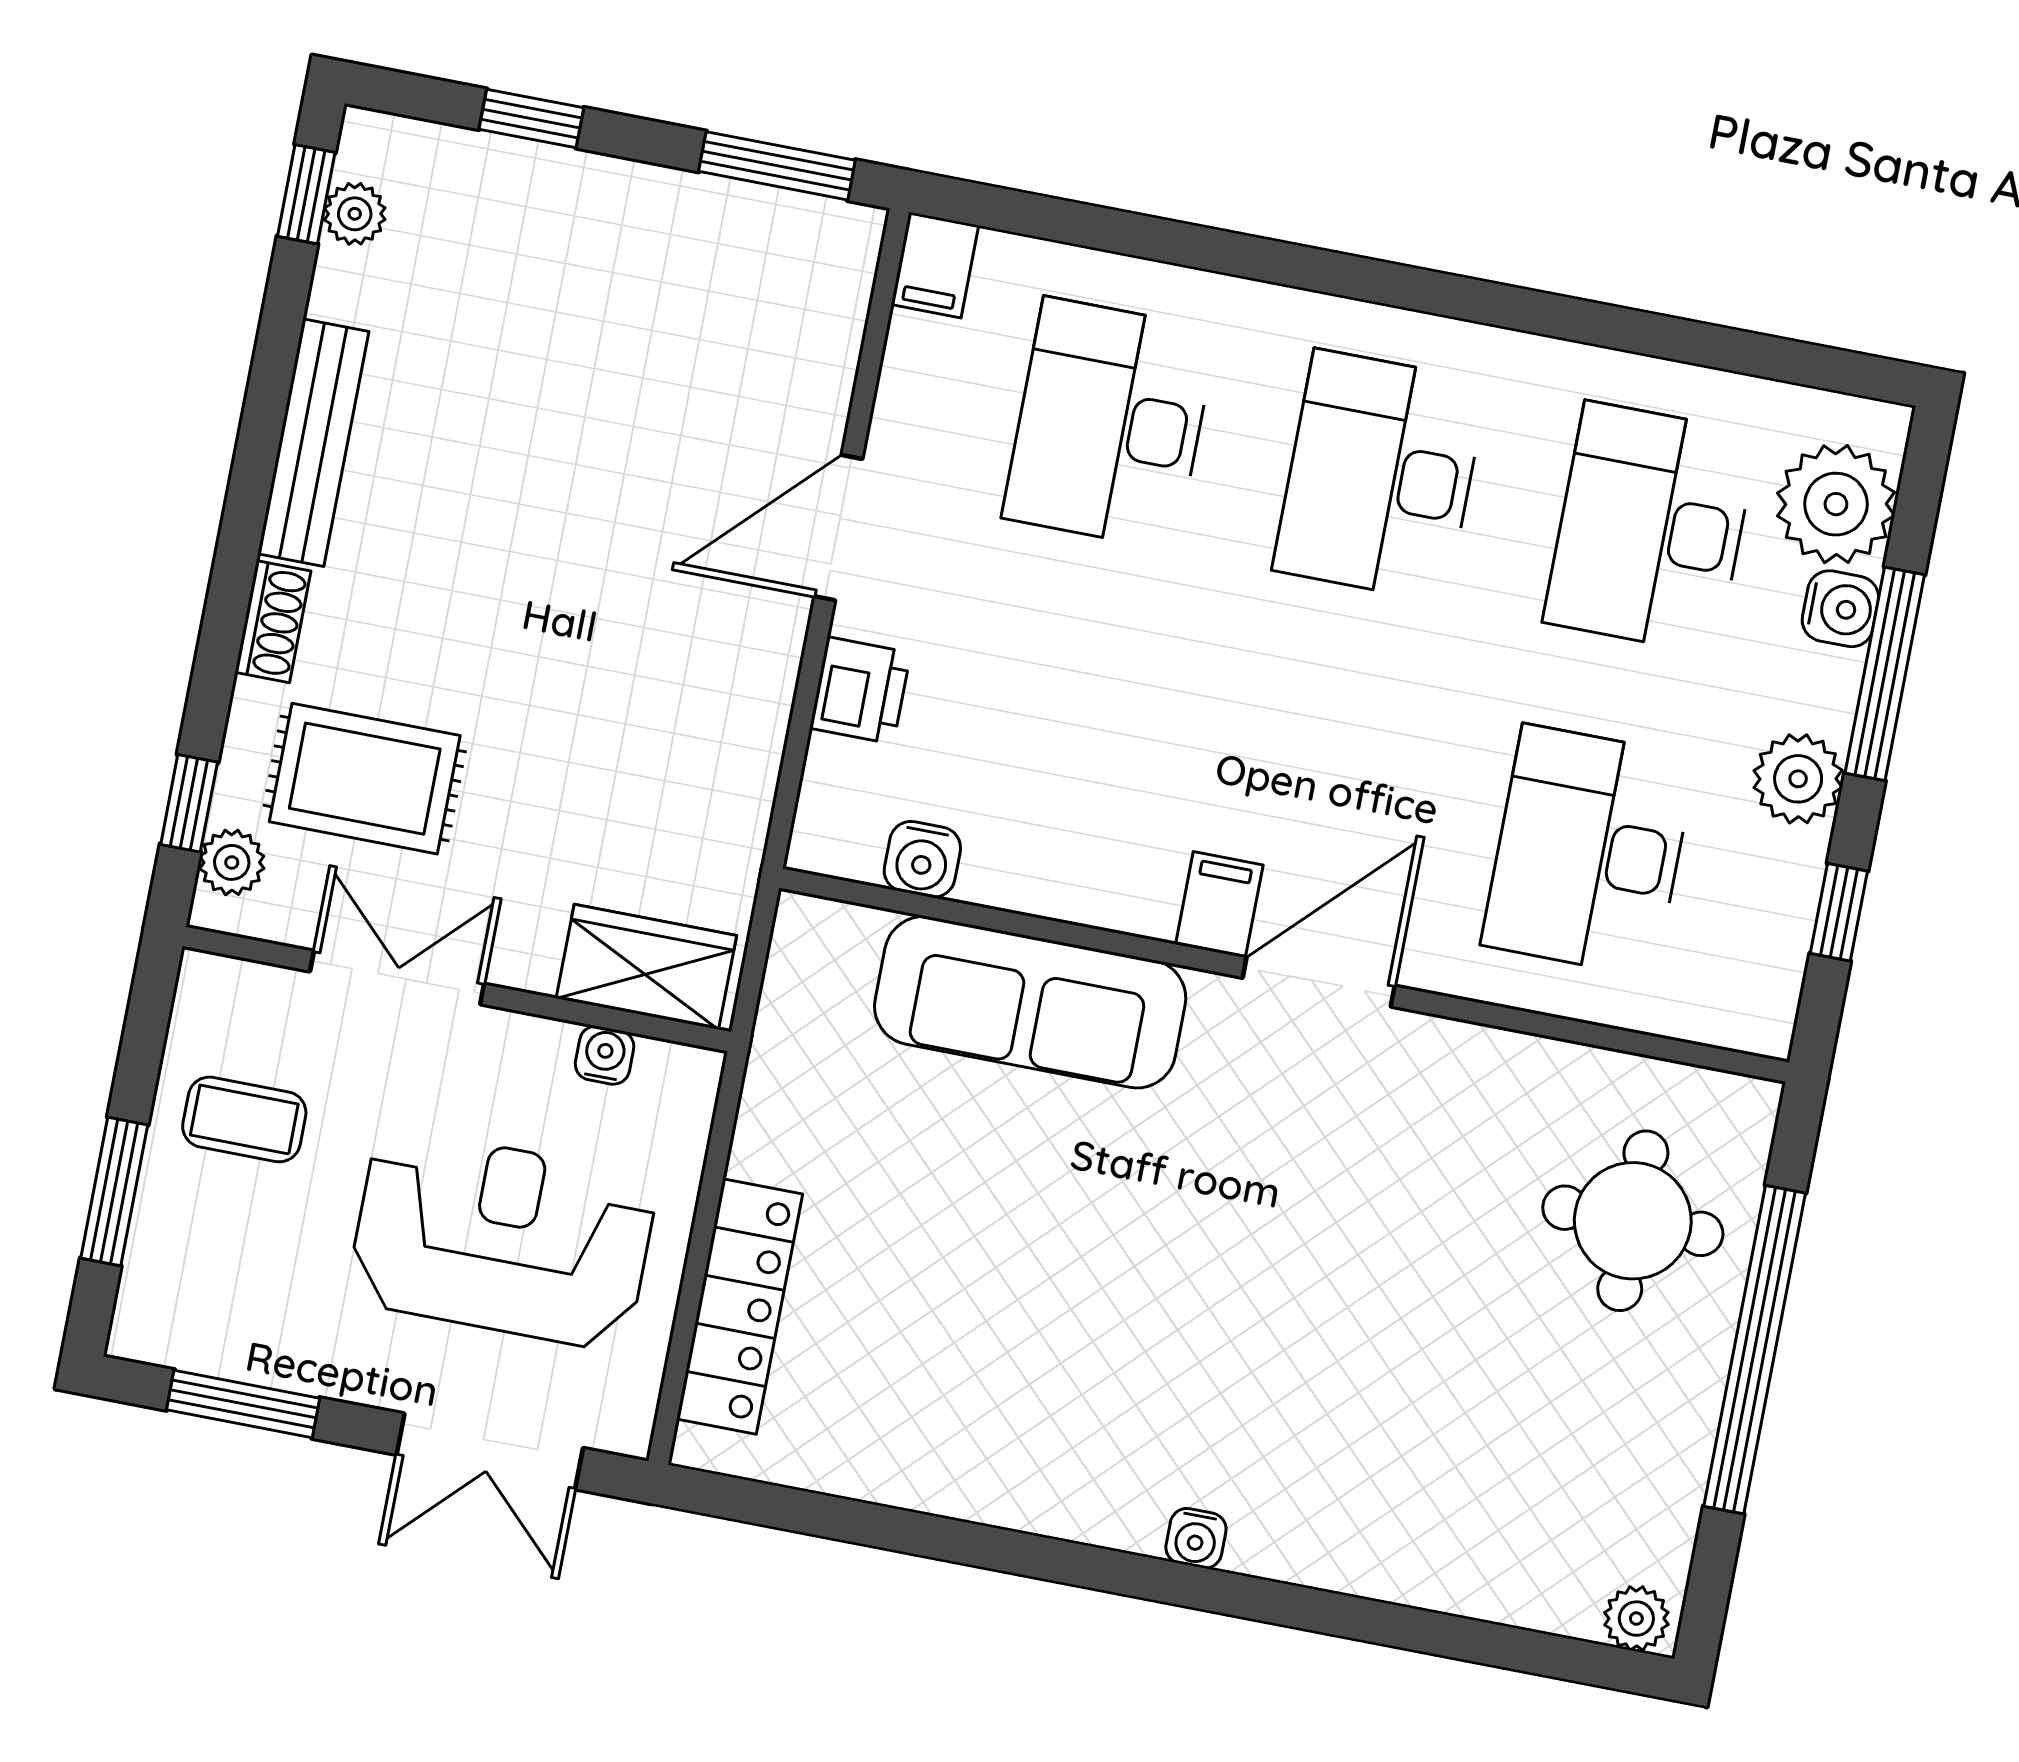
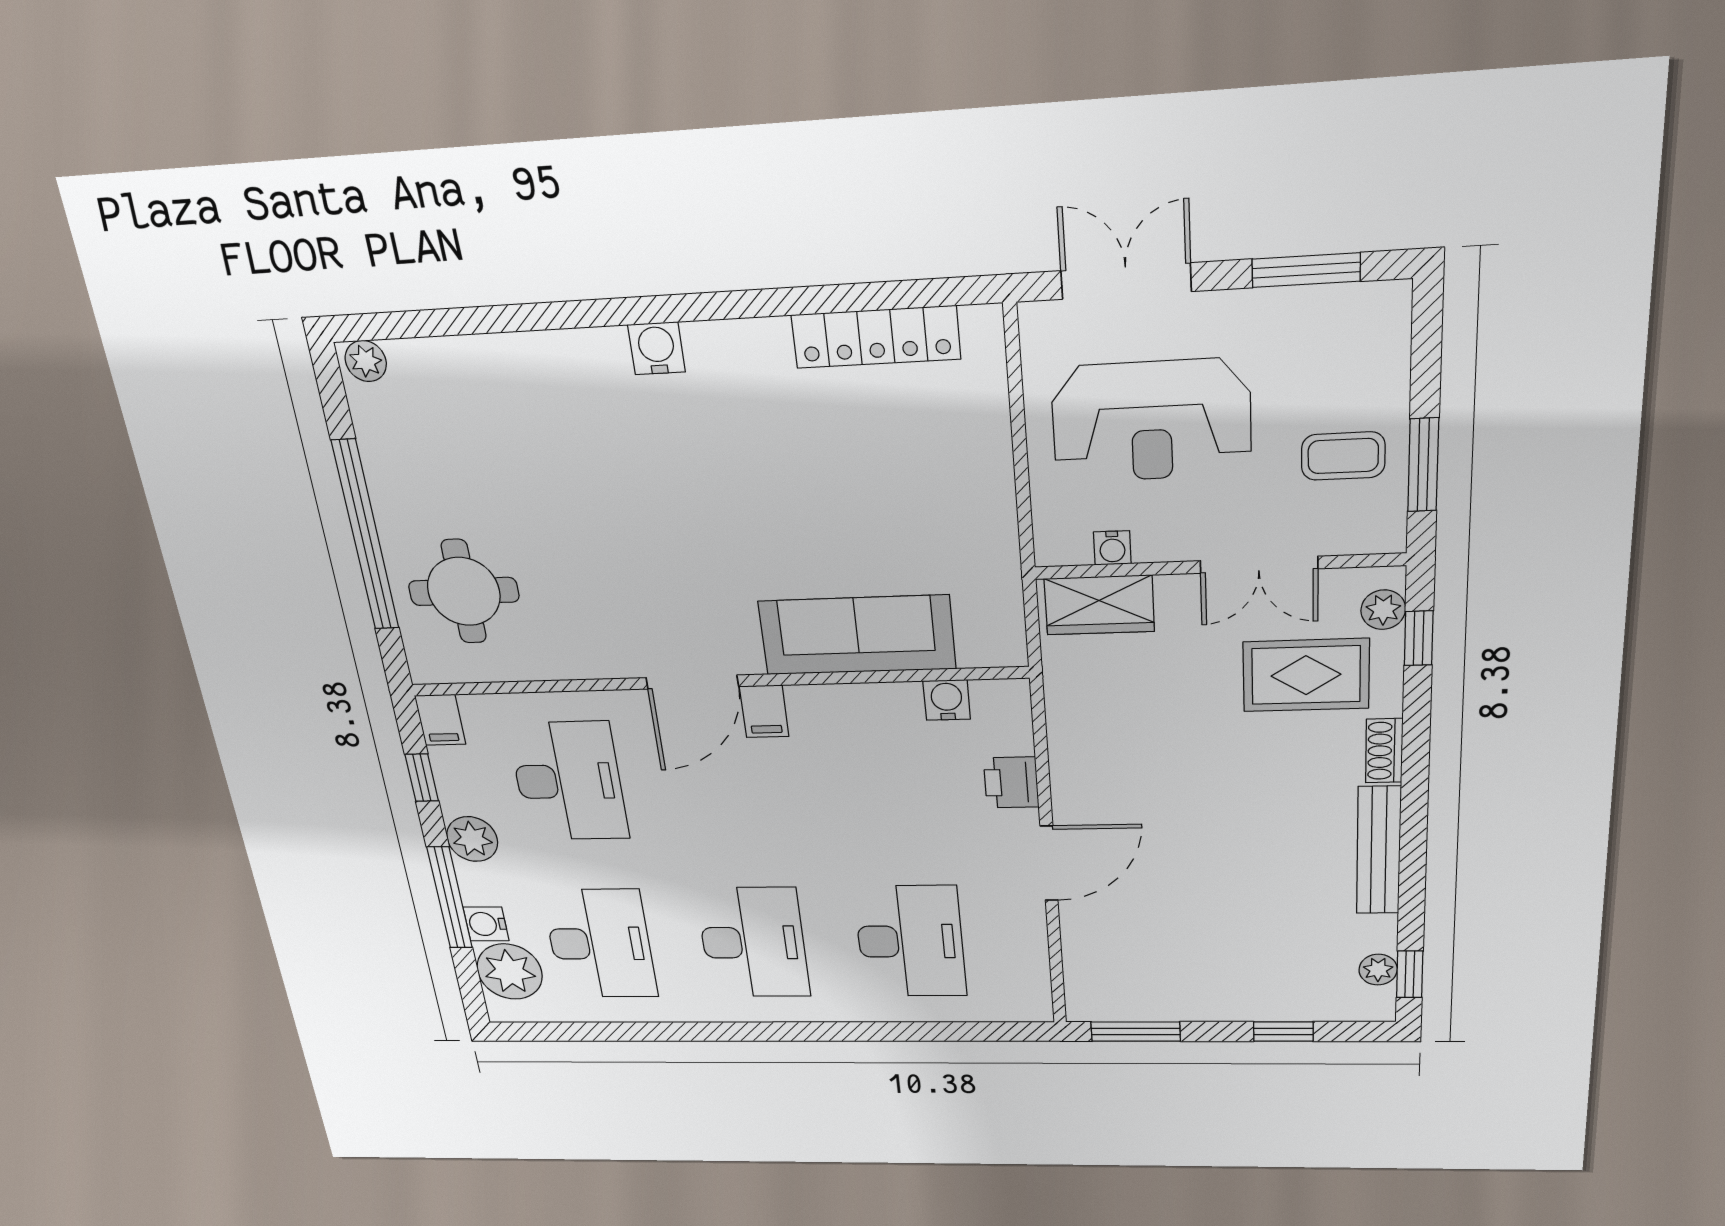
filing cabinet: (935, 265) -> (440, 720), moved, turned 180
window: (114, 1192) -> (1423, 465), moved
locker: (740, 1307) -> (876, 337), moved, turned -90
water cooler: (1196, 1538) -> (657, 348), width x1.38, depth x1.38

